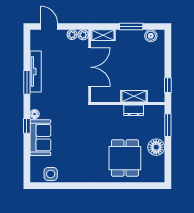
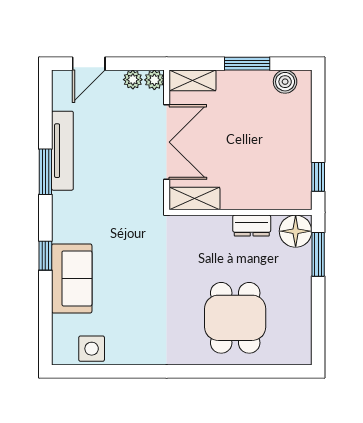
door: (49, 26) -> (89, 64), swing flipped
shelving: (134, 96) -> (195, 199), moved
floor lamp: (35, 114) -> (61, 233), removed
floor lamp: (156, 147) -> (296, 231), moved

